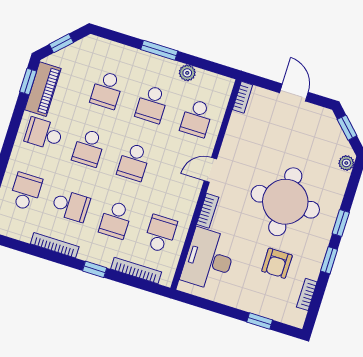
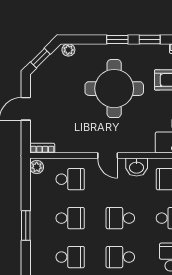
plant: (187, 73) -> (37, 167), moved
school desk: (89, 148) -> (120, 257), turned 180
school desk: (134, 162) -> (120, 218), turned 180
washbasin: (187, 199) -> (137, 167), added
bookcase: (208, 211) -> (141, 148), removed

